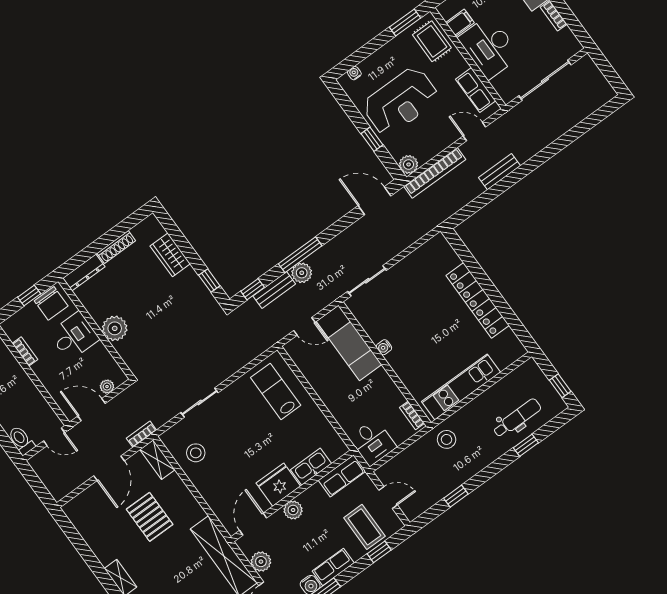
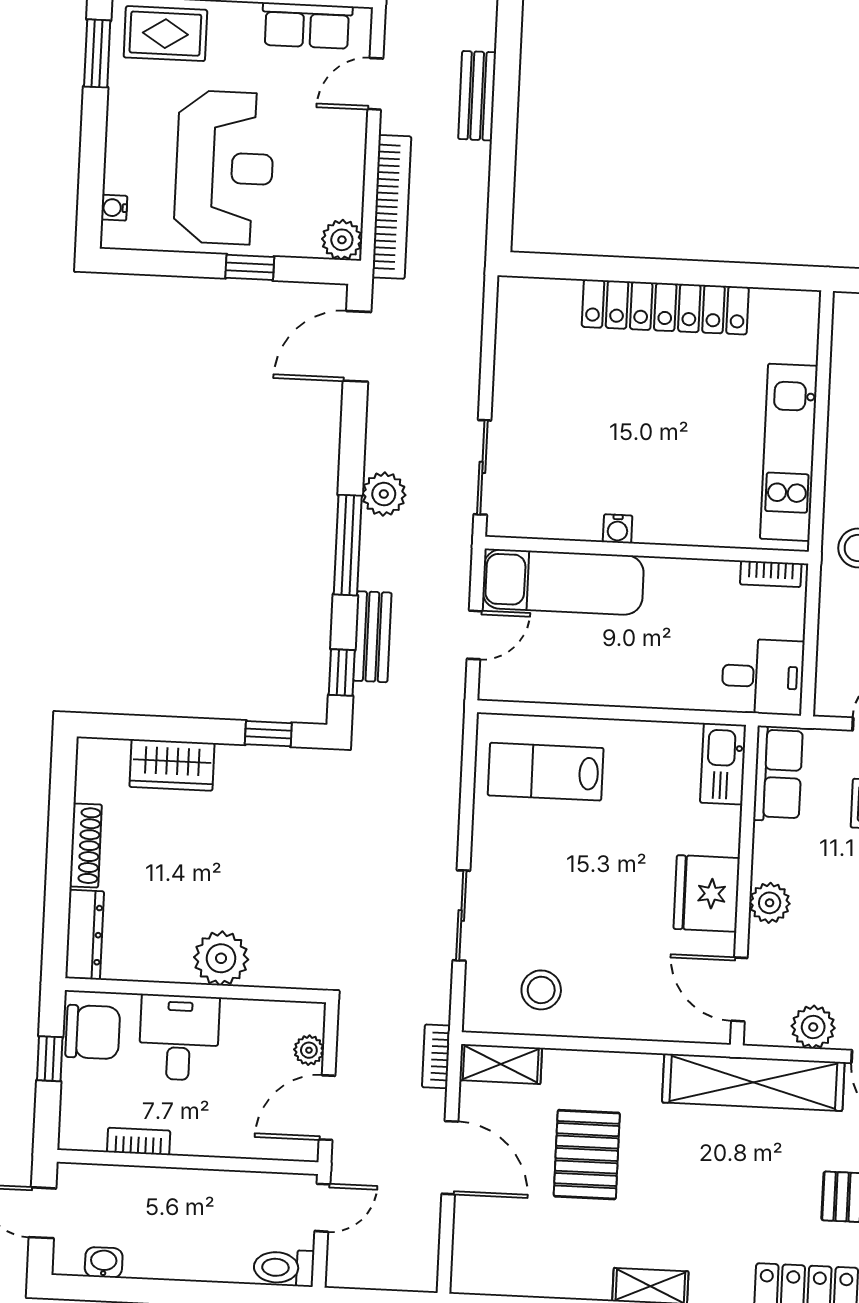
plant: (302, 273) -> (384, 494), moved
kitchen sink: (311, 467) -> (723, 764), moved
pallet: (150, 517) -> (587, 1155), turned 90

